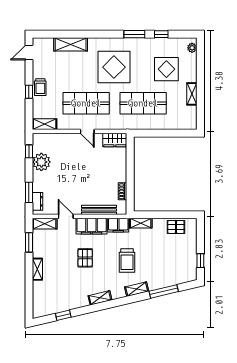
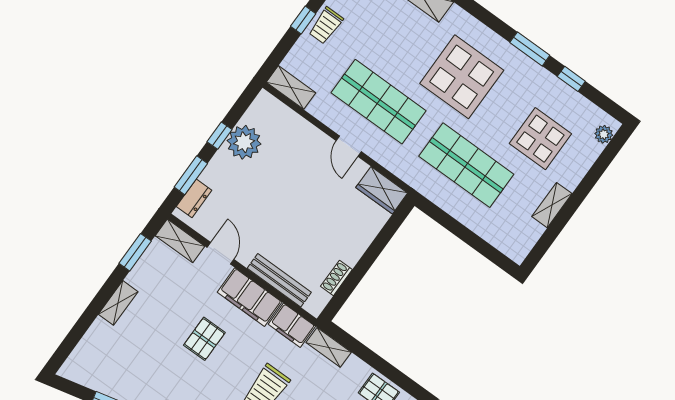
window: (29, 151) -> (220, 136), moved

